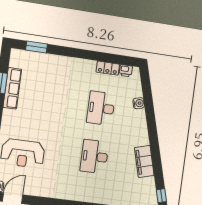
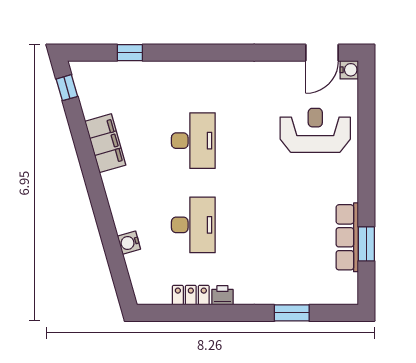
window: (37, 47) -> (292, 313), moved
printer: (126, 71) -> (222, 295), moved

